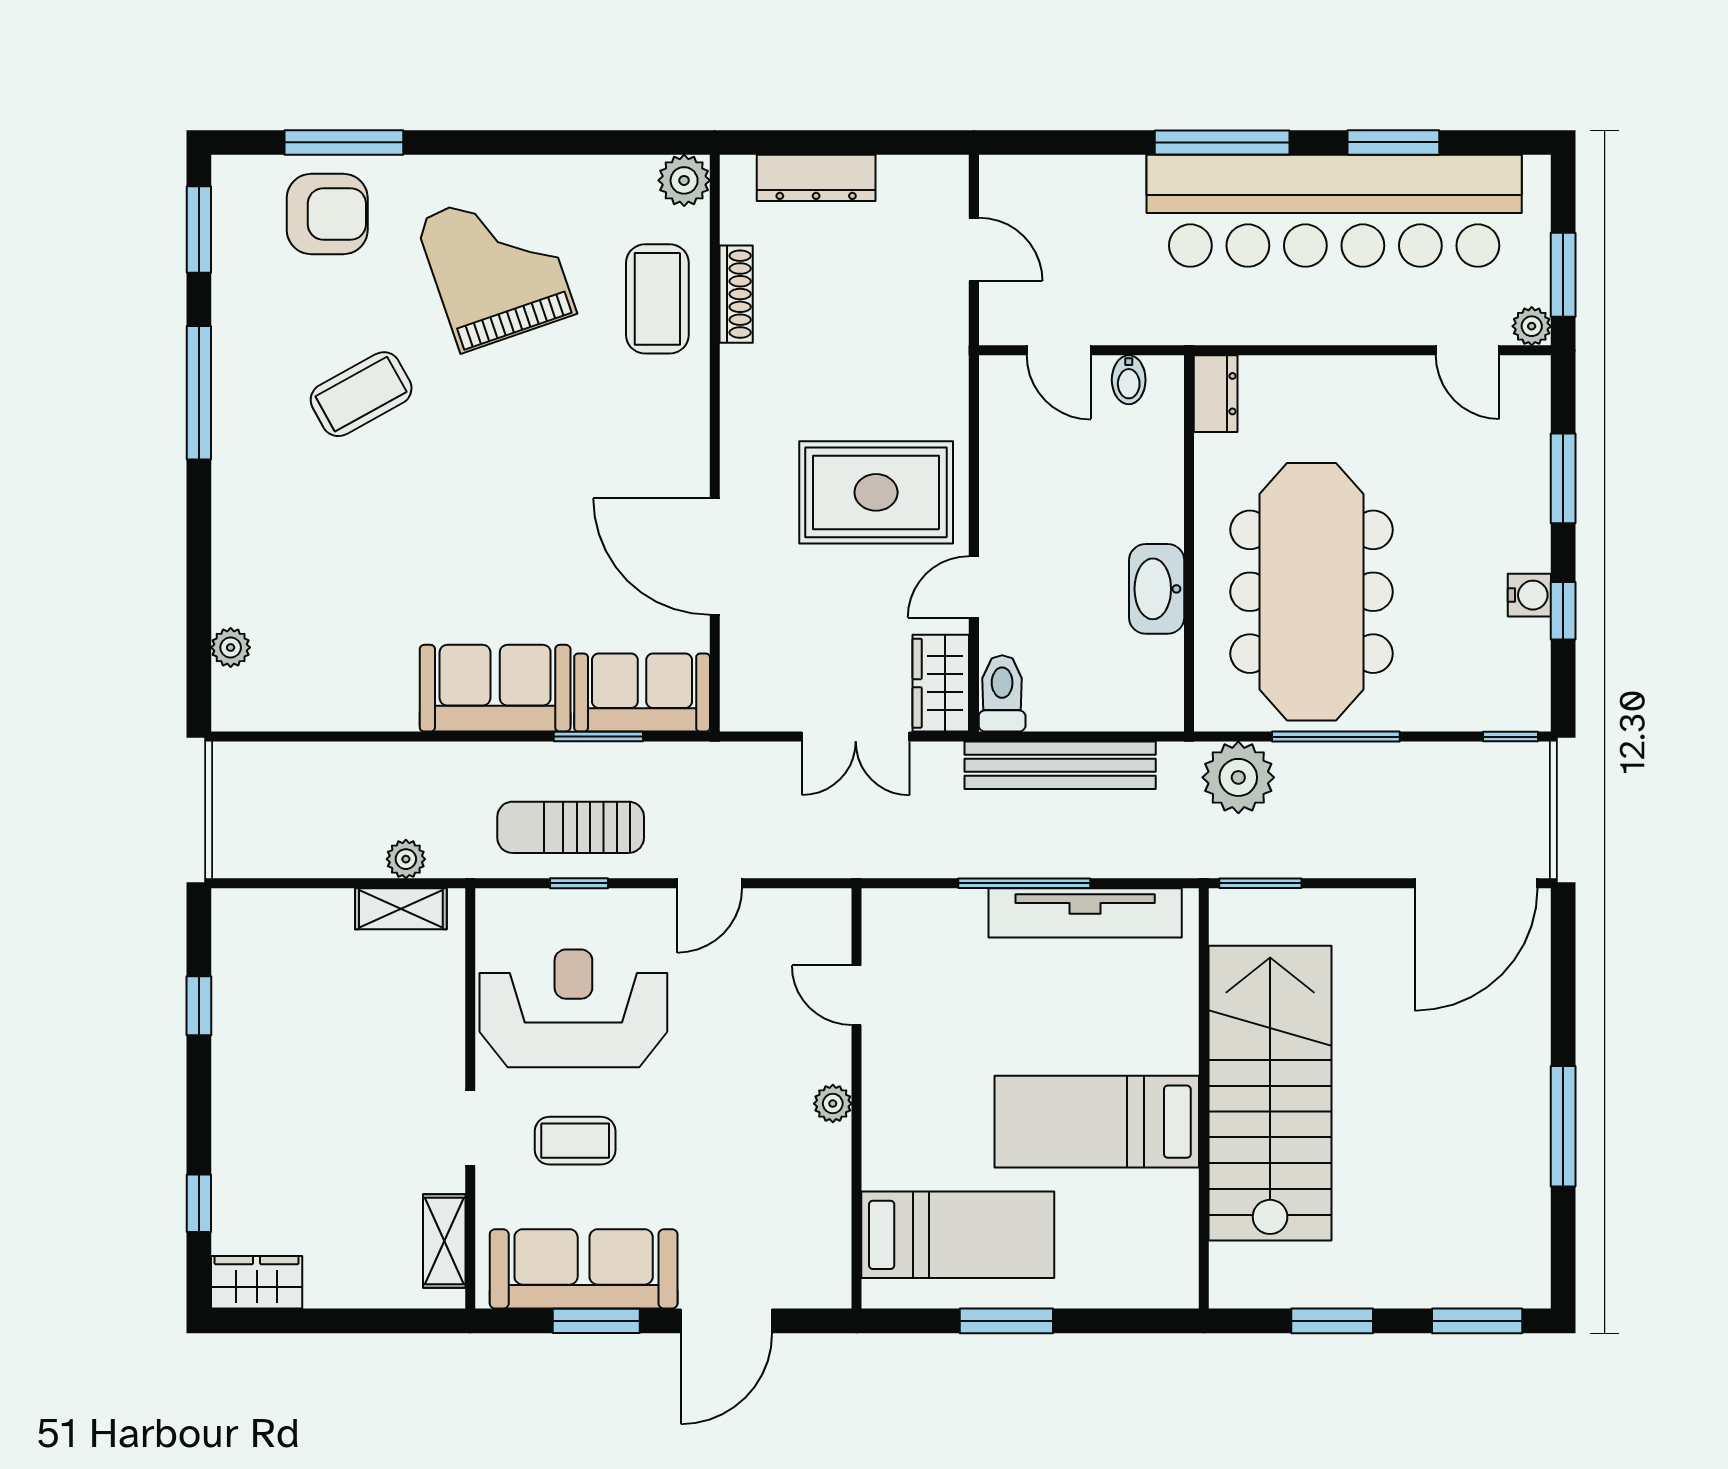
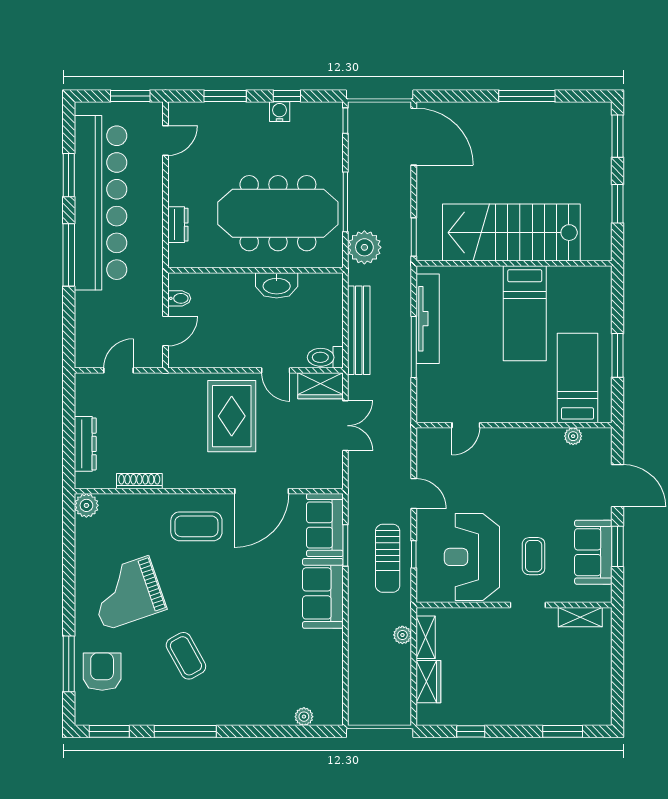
coffee table: (657, 299) -> (196, 526), moved
plant: (1532, 326) -> (154, 111), removed
dresser: (1216, 394) -> (178, 225), moved, turned 90
plant: (833, 1104) -> (573, 436), moved
window: (199, 1203) -> (563, 731), width x1.50
sofa: (584, 1269) -> (593, 552), width x0.73
wardrobe: (257, 1282) -> (428, 682), moved, turned 180

